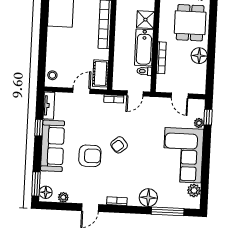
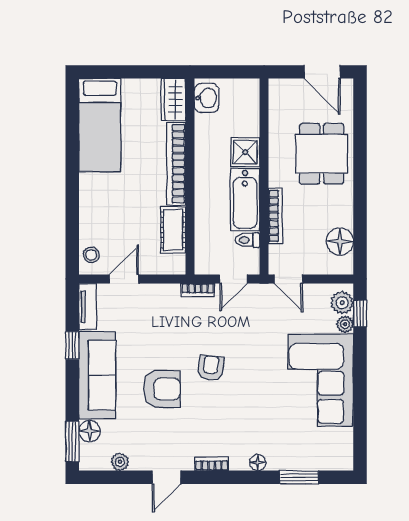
floor lamp: (199, 56) -> (340, 241), moved
cot: (101, 73) -> (173, 230), moved
door: (81, 91) -> (124, 279), moved
door: (180, 96) -> (289, 279), moved
armchair: (119, 145) -> (211, 368), turned 138
plant: (194, 190) -> (342, 303), moved
floor lamp: (46, 192) -> (90, 431), moved
floor lamp: (148, 198) -> (258, 463), width x0.53, depth x0.53
window: (168, 211) -> (299, 477), width x0.69

